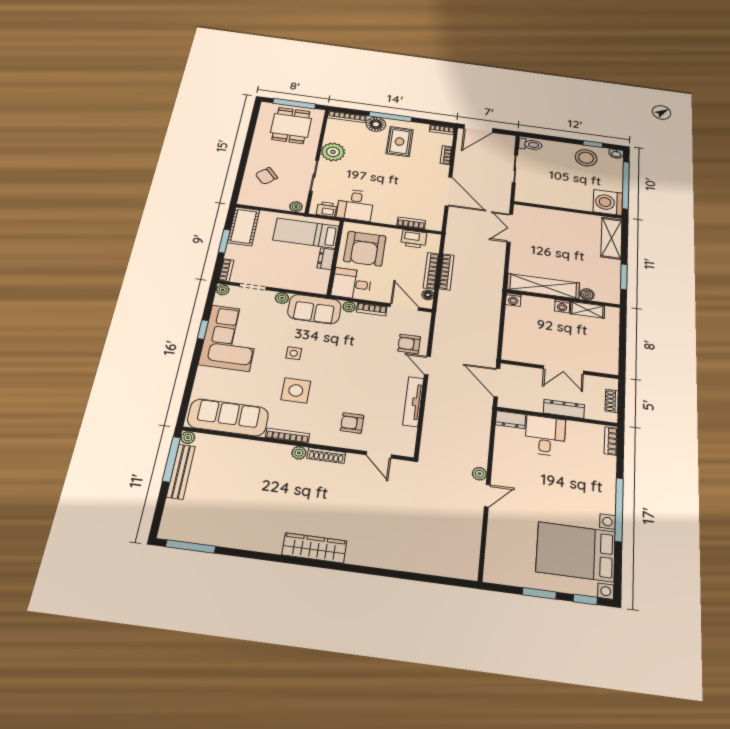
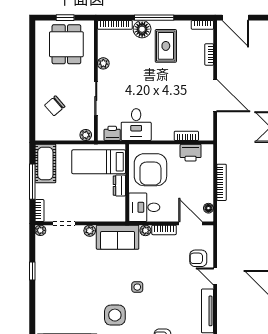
window: (294, 104) -> (65, 18), width x0.46
door: (478, 129) -> (235, 18), hinge flipped
plant: (333, 152) -> (103, 63), width x0.53, depth x0.53
window: (224, 241) -> (32, 182), width x1.44
bookcase: (431, 271) -> (209, 183), removed
corner sofa: (230, 338) -> (55, 275), removed
side table: (294, 353) -> (137, 287), moved

